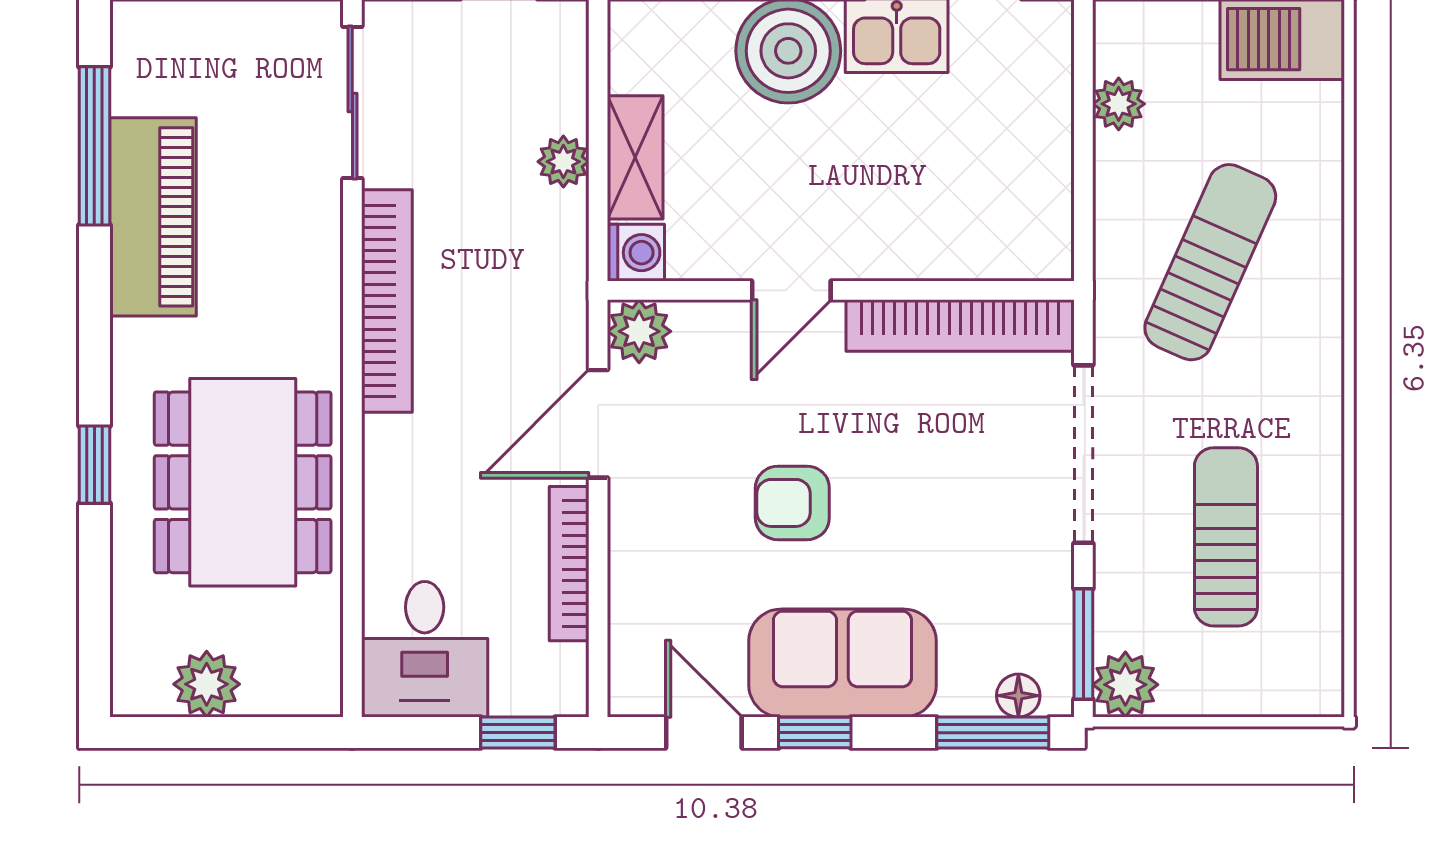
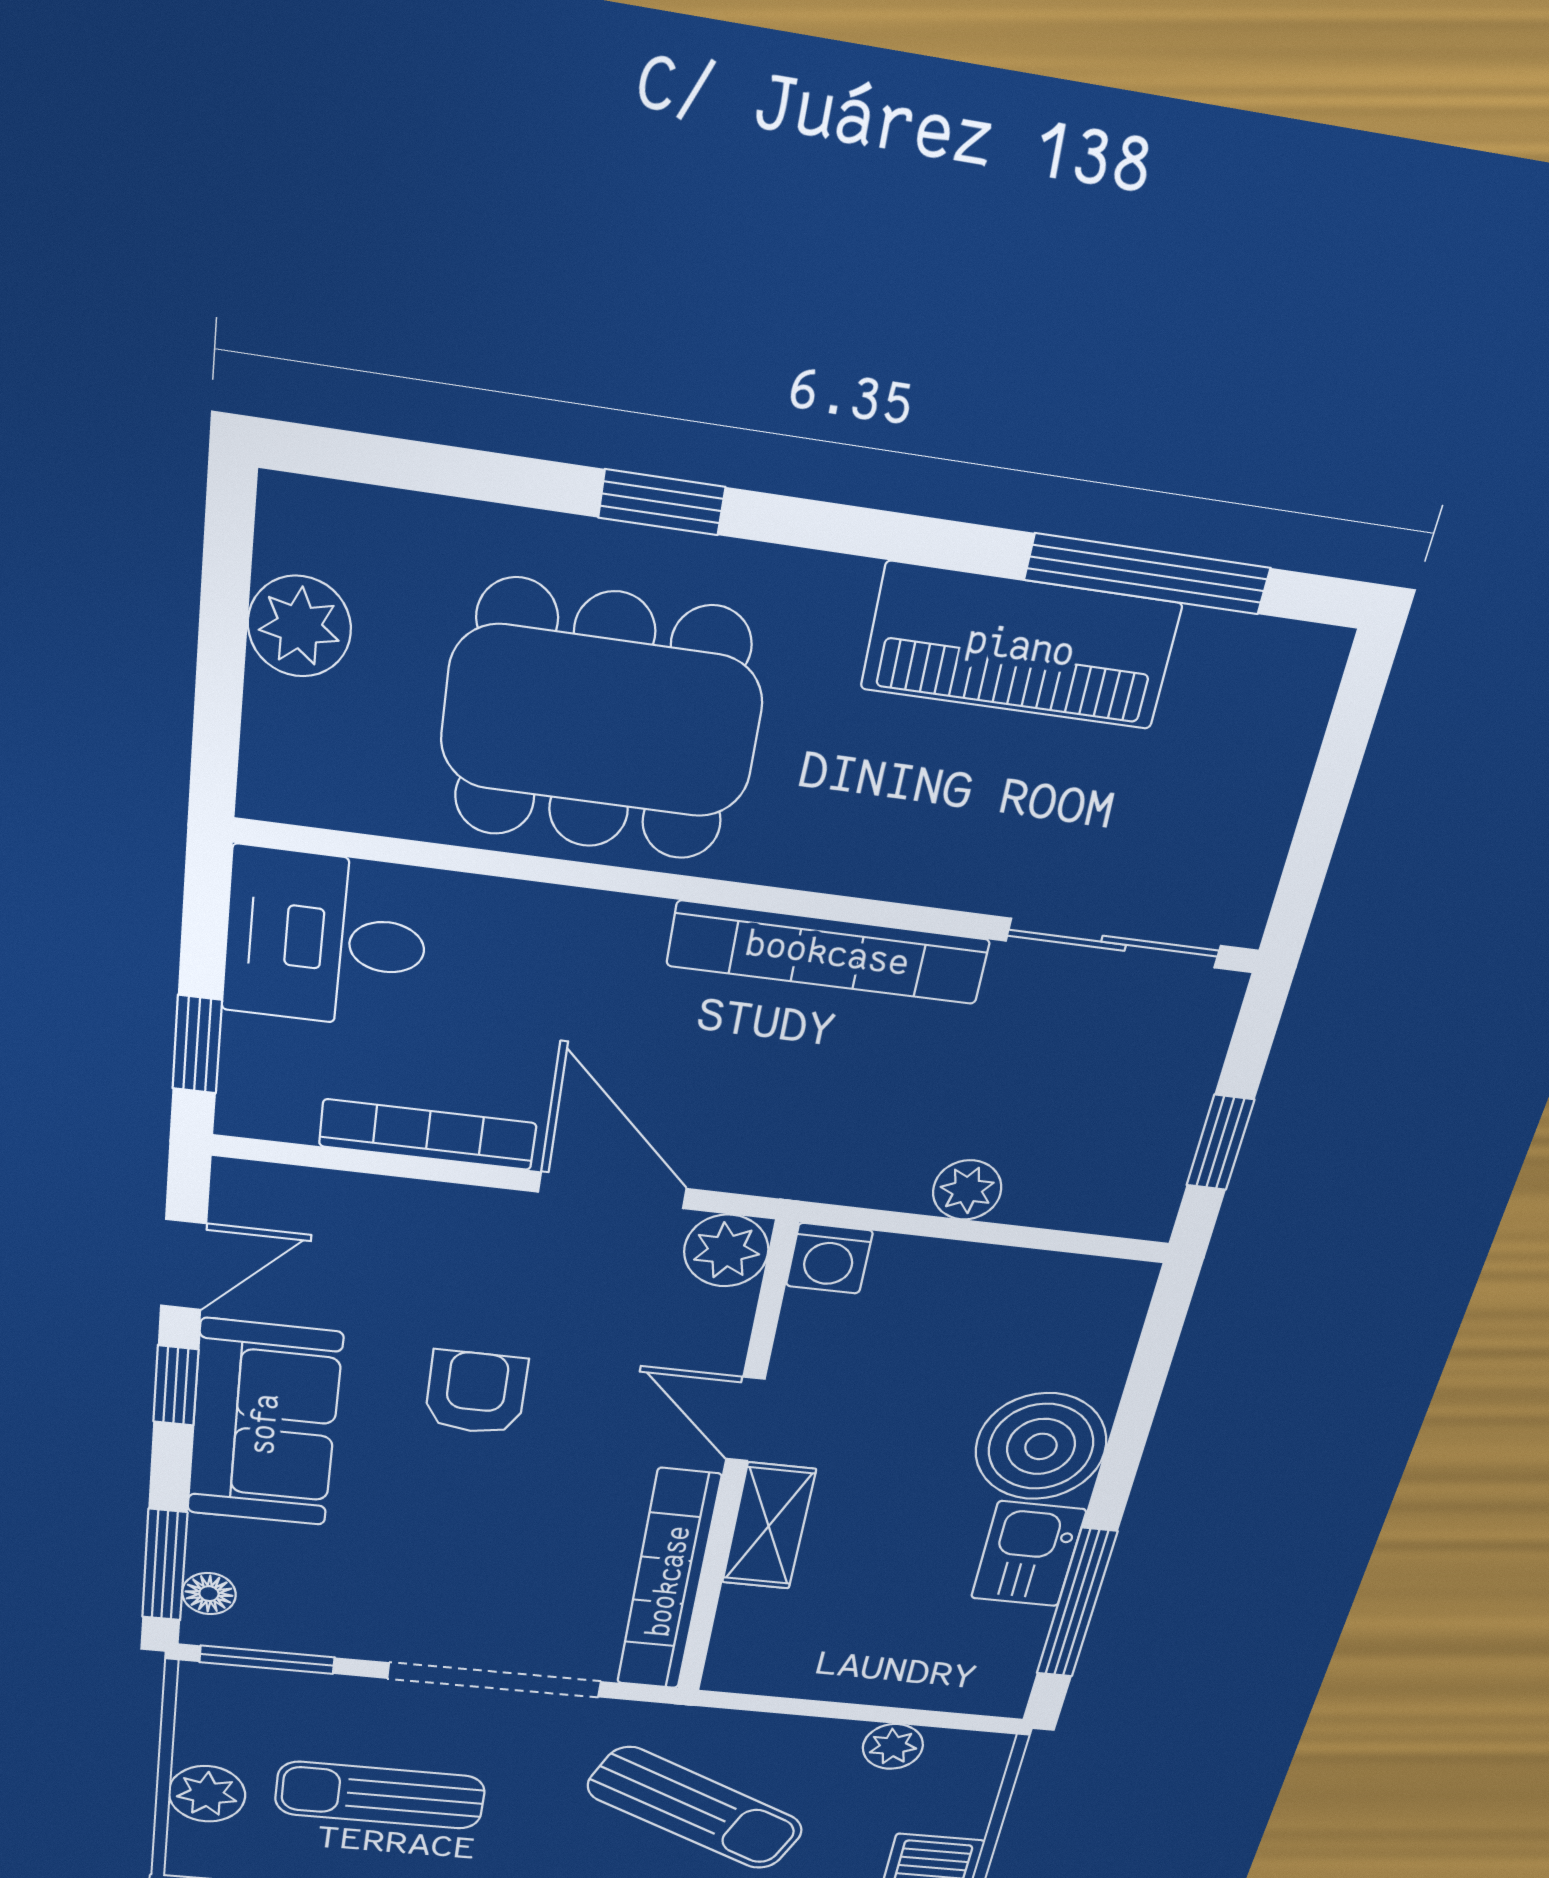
shelving: (635, 157) -> (769, 1526), moved, turned 90
sun lounger: (1226, 537) -> (380, 1795), turned 180
plant: (1125, 685) -> (207, 1794), moved

